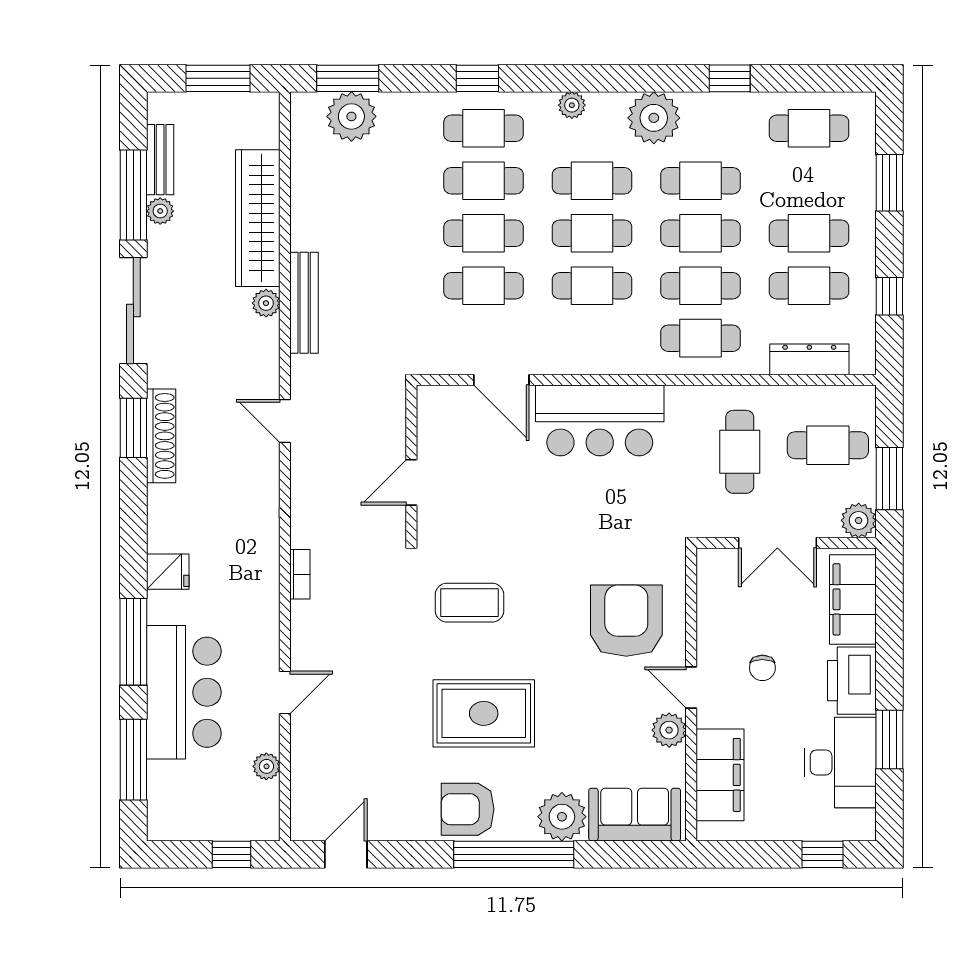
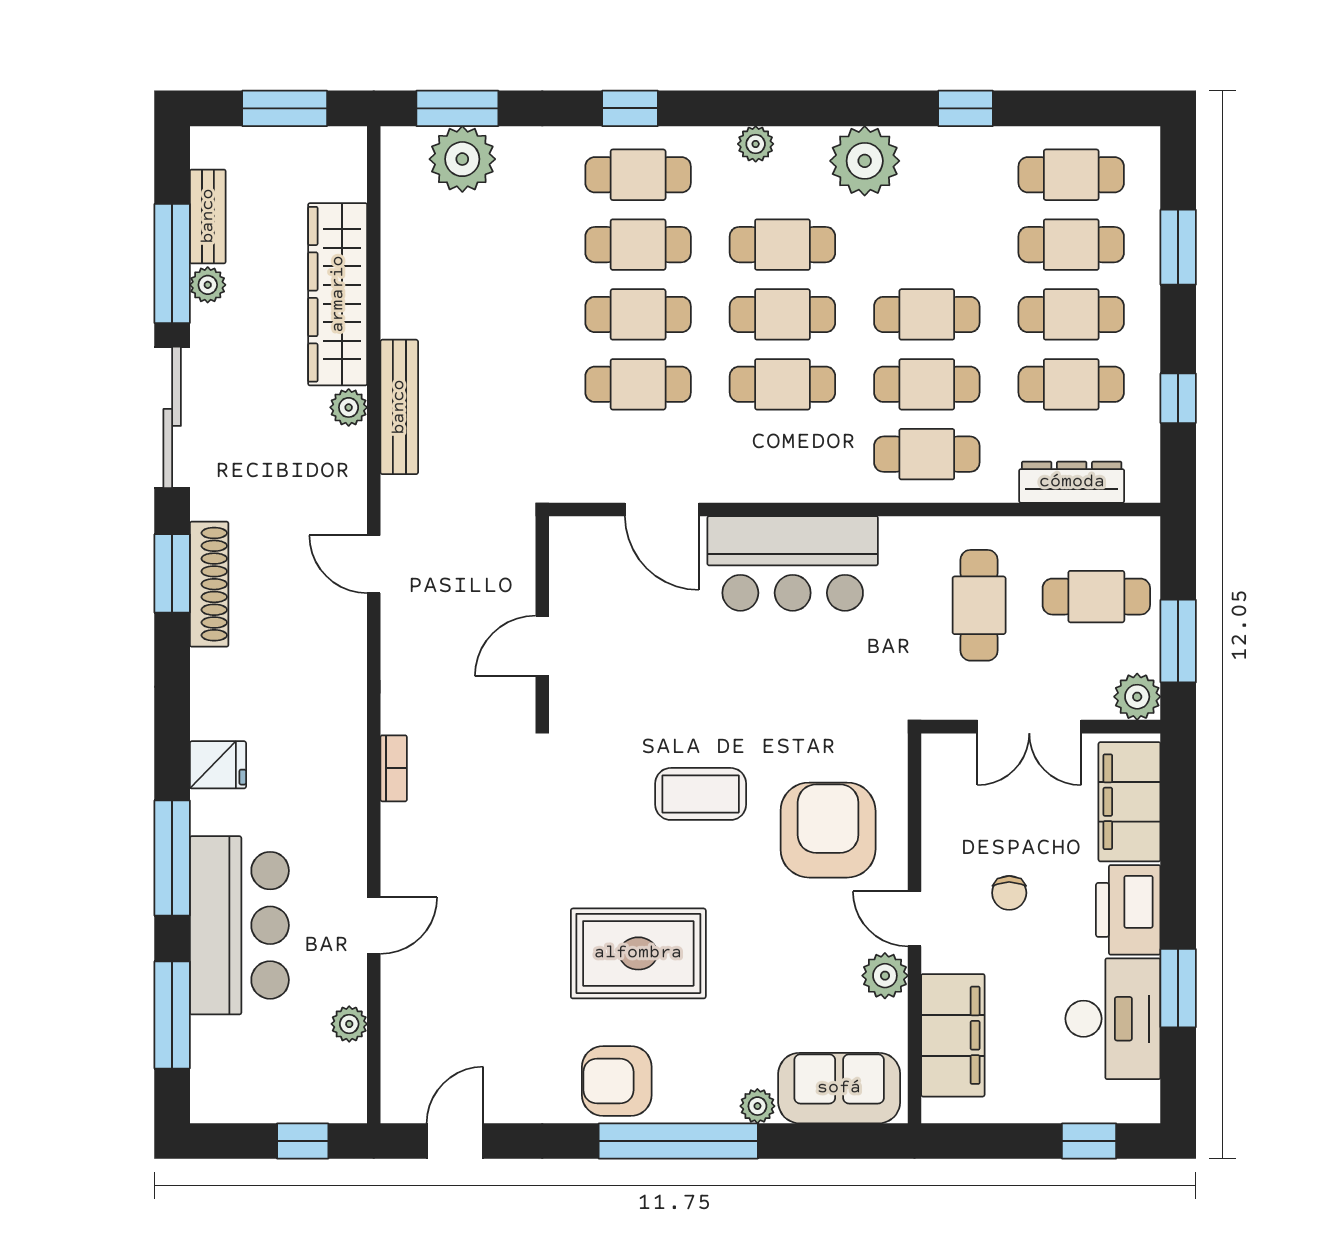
cafe table: (701, 181) -> (1071, 245), moved
coffee table: (469, 603) -> (701, 794), moved
plant: (562, 817) -> (757, 1106), width x0.53, depth x0.53

